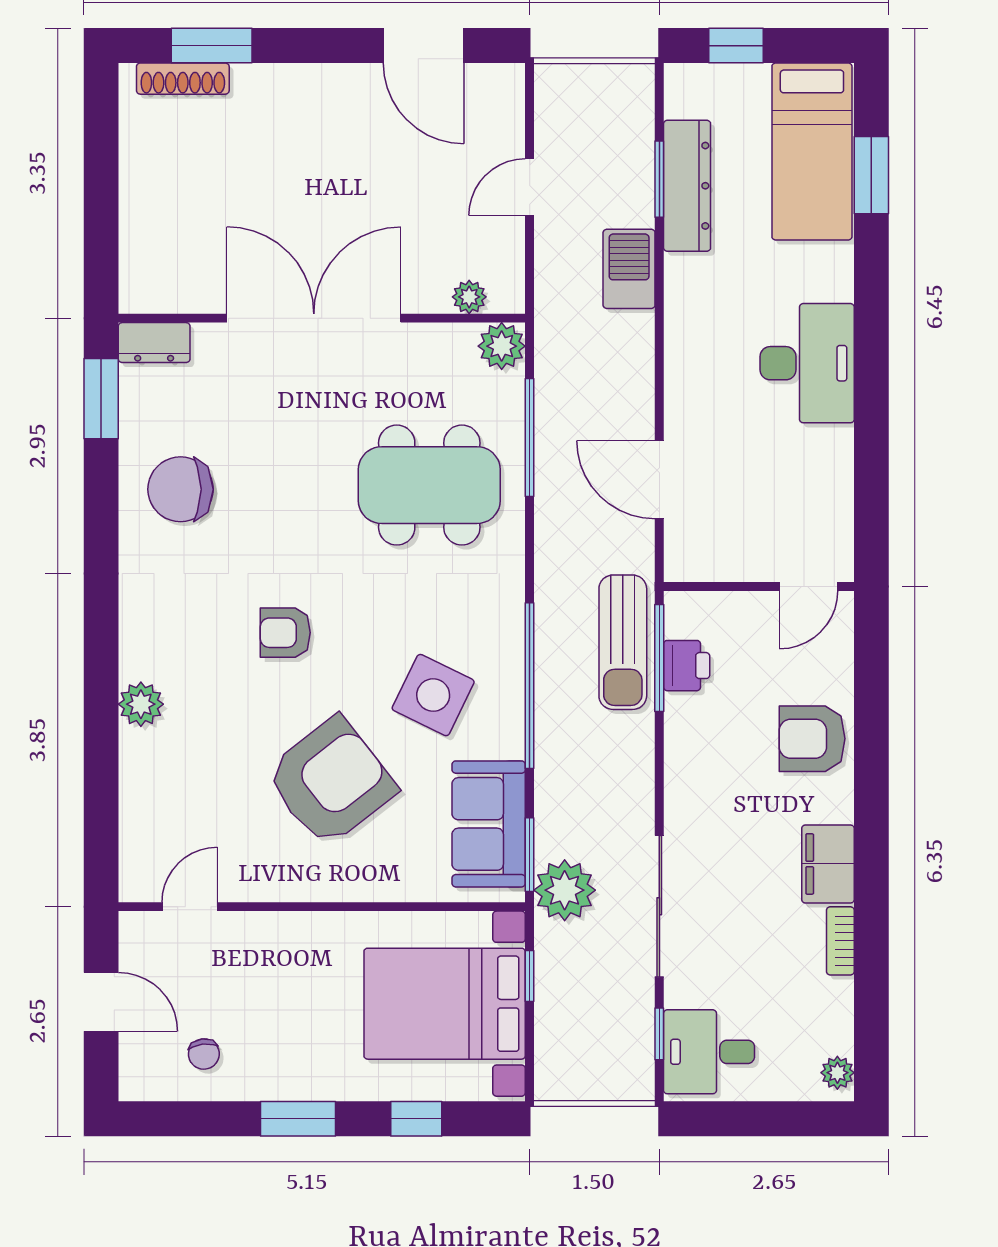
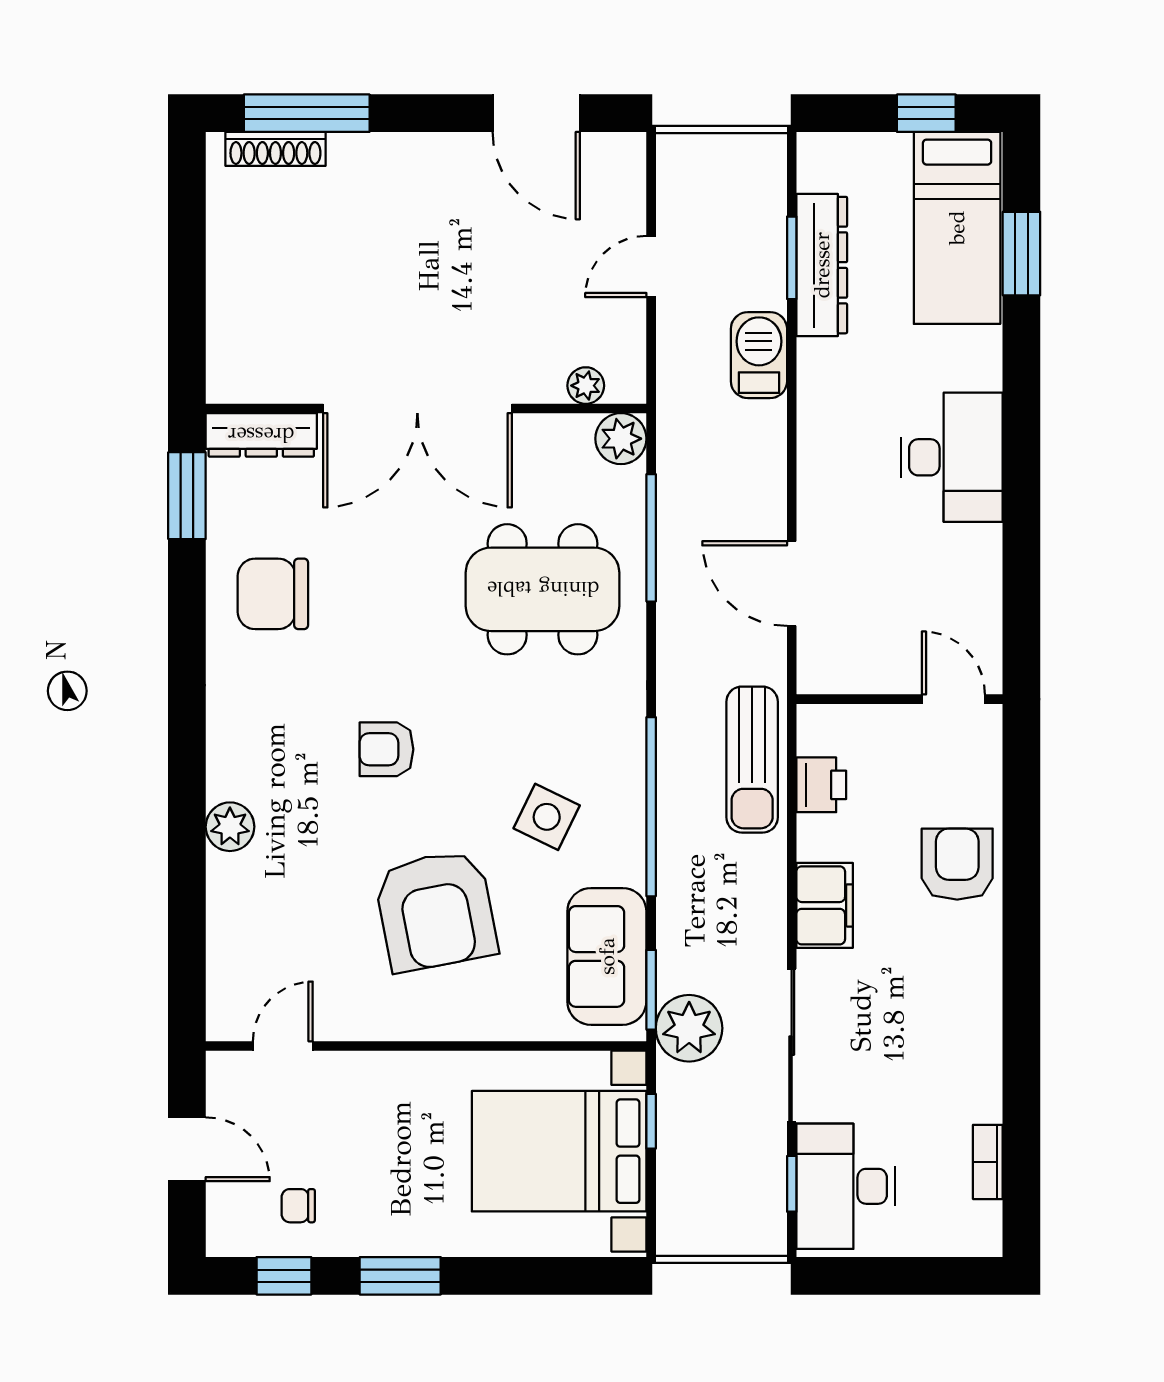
window: (212, 46) -> (307, 113), width x1.44
window: (736, 46) -> (926, 113), moved
double door: (314, 318) -> (417, 408), swing flipped
dresser: (154, 343) -> (261, 435), width x1.44
door: (809, 586) -> (953, 699), swing flipped
window: (659, 658) -> (792, 777), removed
side table: (433, 695) -> (547, 817), width x0.73, depth x0.73
armchair: (812, 739) -> (957, 864), turned 90
armchair: (331, 782) -> (436, 911), turned 117
filing cabinet: (828, 864) -> (825, 905), moved, turned 180
bookcase: (840, 941) -> (988, 1162), moved
desk: (709, 1052) -> (846, 1186), width x1.37
chair: (204, 1054) -> (298, 1206), turned 97
plant: (837, 1073) -> (985, 1226), removed
window: (416, 1119) -> (284, 1276), moved

